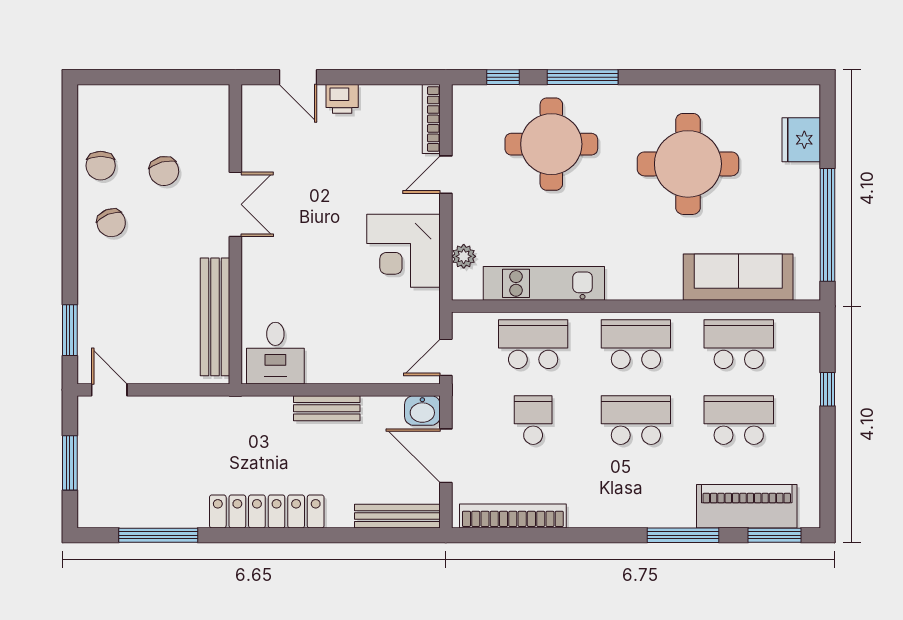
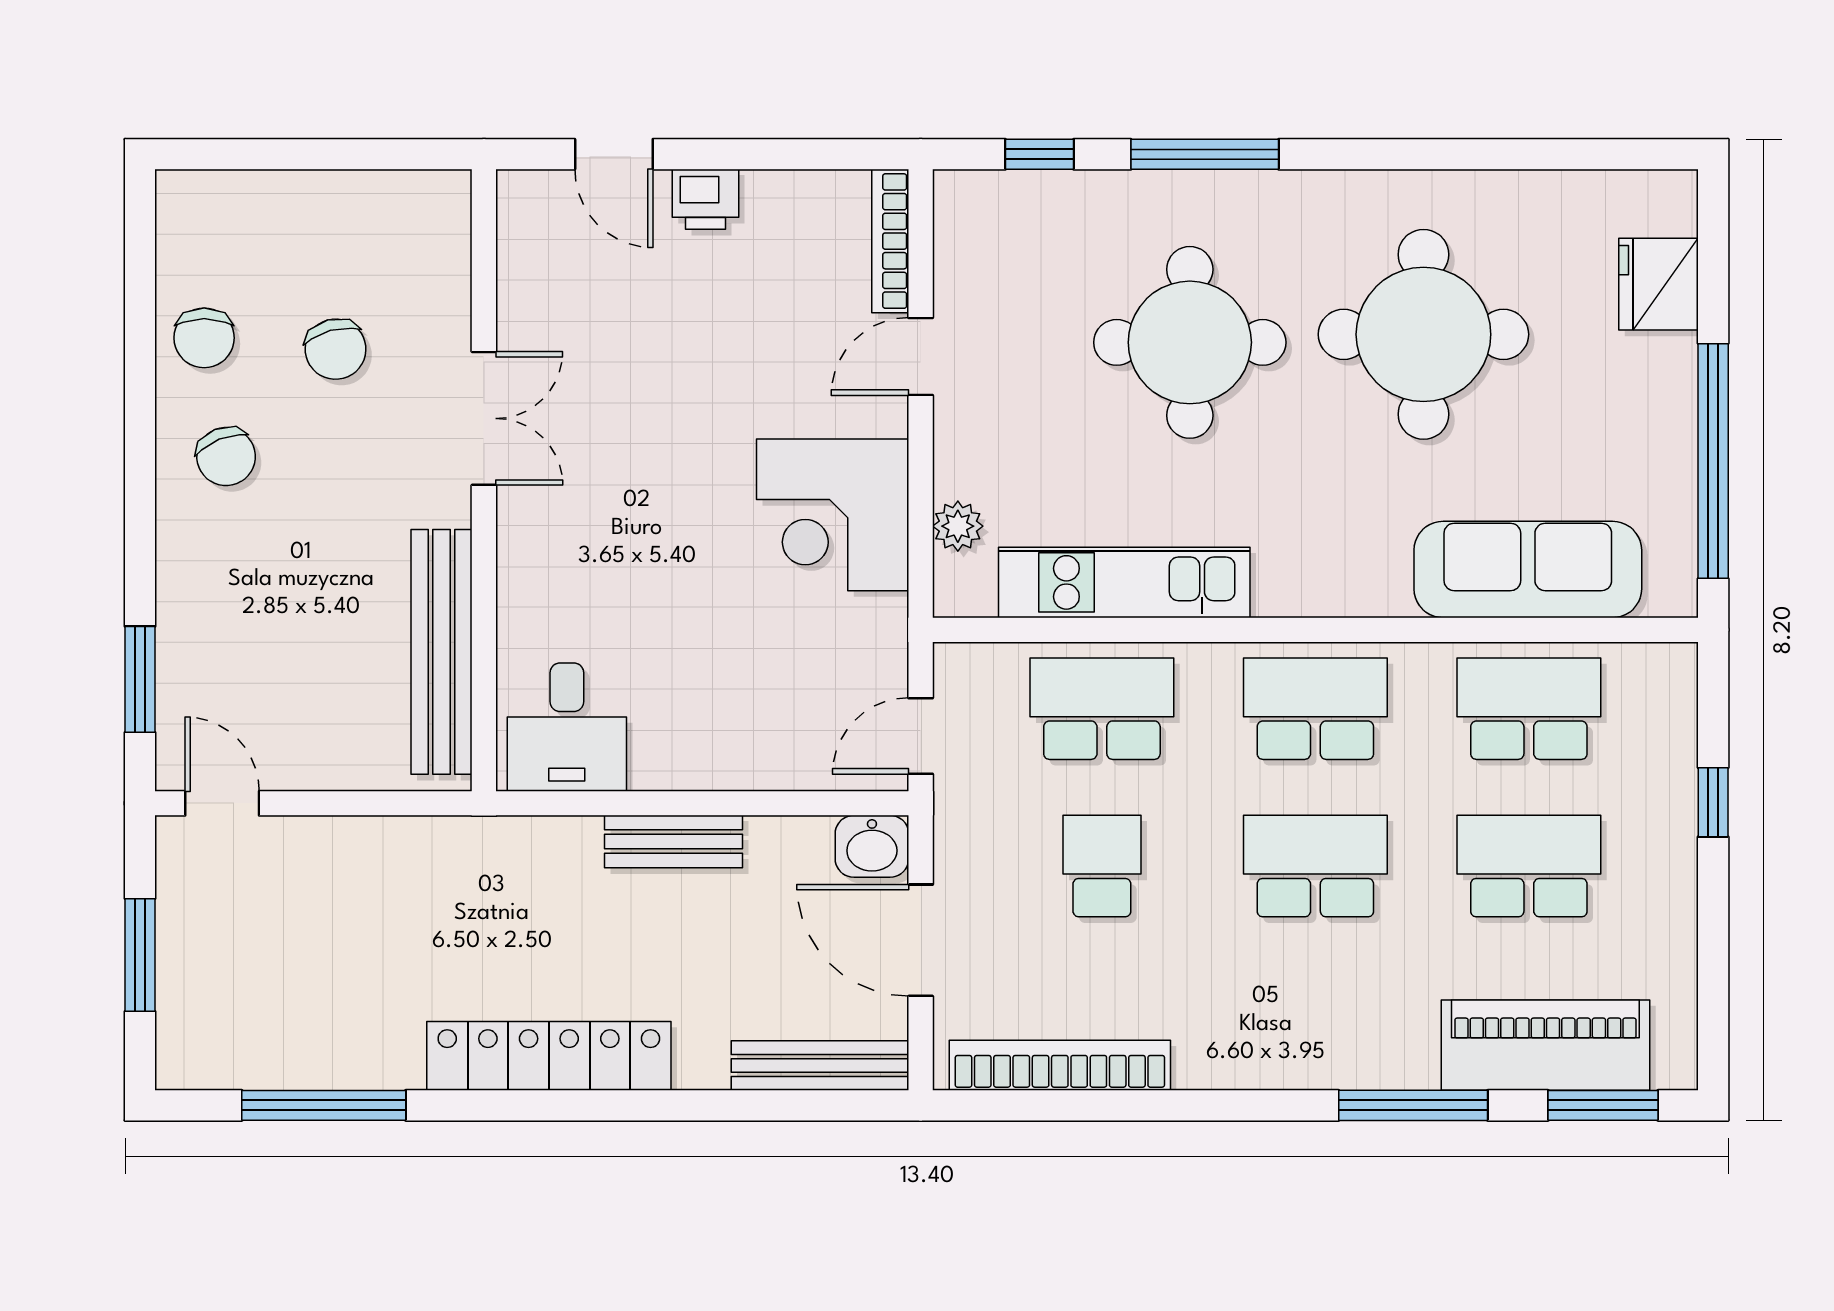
round table: (551, 144) -> (1190, 342), moved

